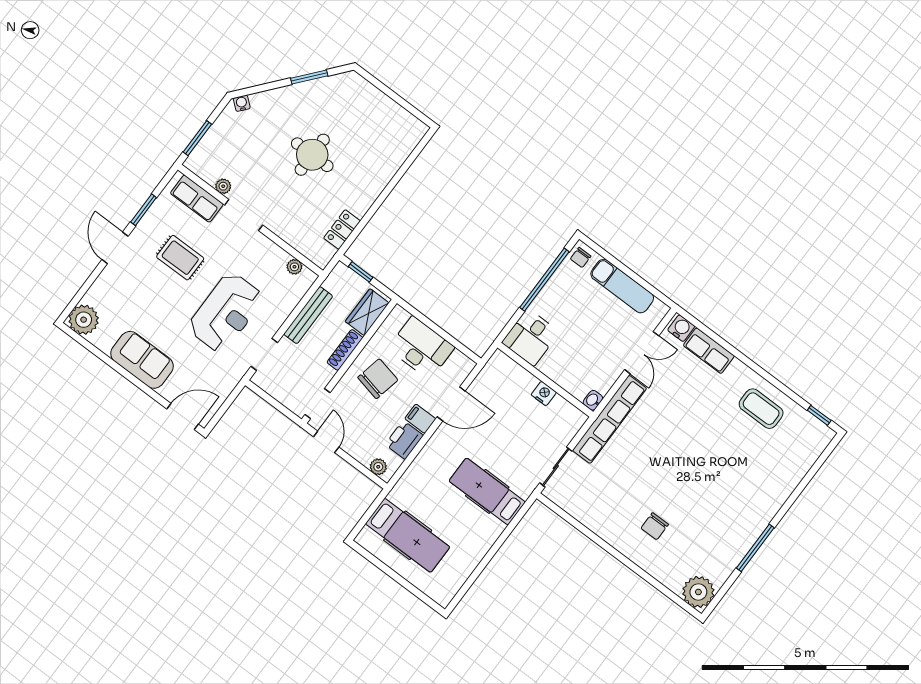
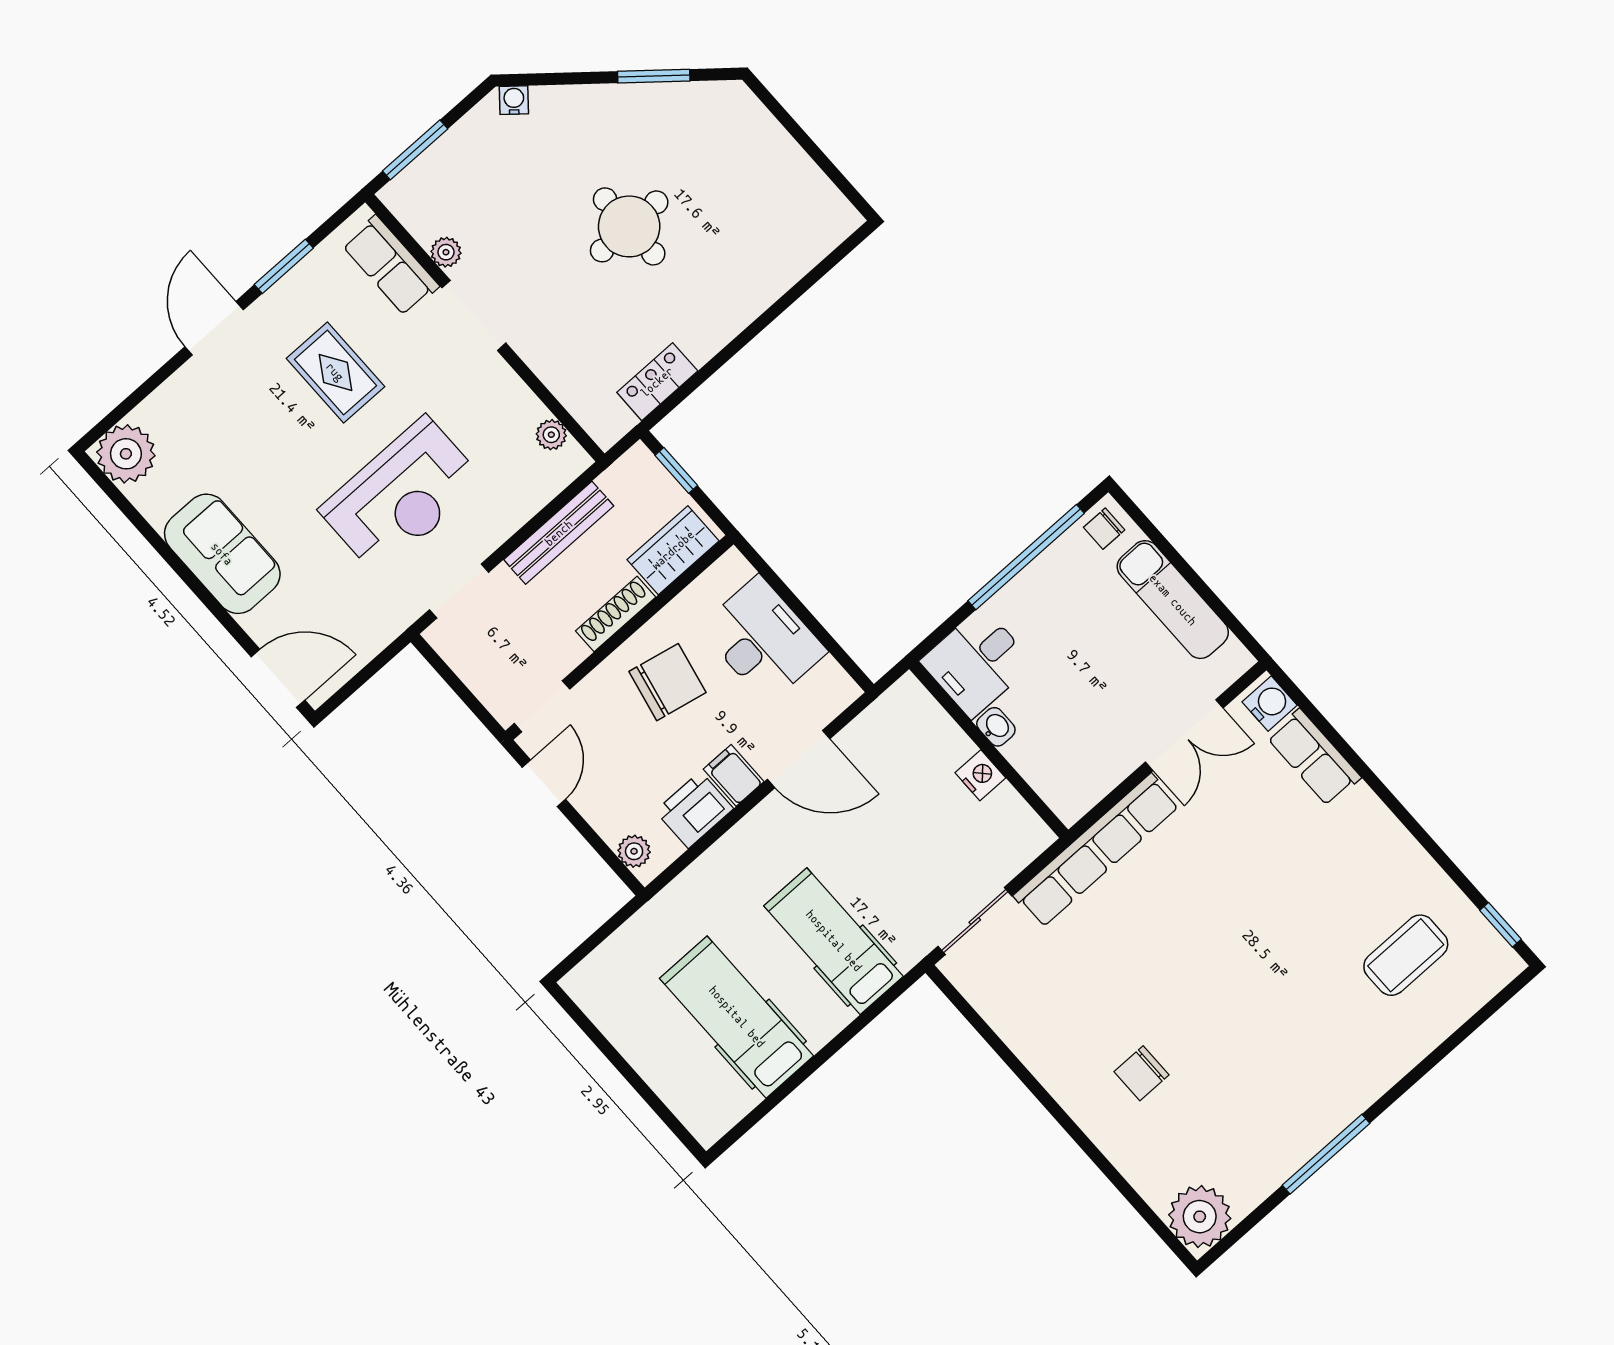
washbasin: (593, 400) -> (996, 727), moved, turned 90
coffee table: (761, 409) -> (1406, 955), moved, turned 90
hospital bed: (408, 535) -> (737, 1017), moved, turned 180

